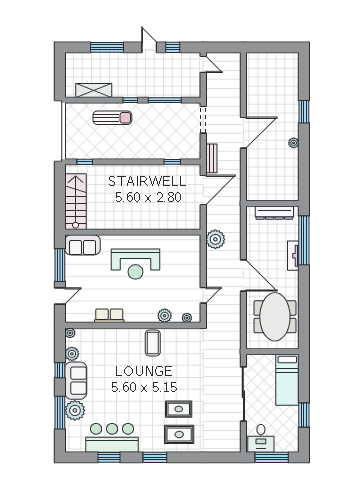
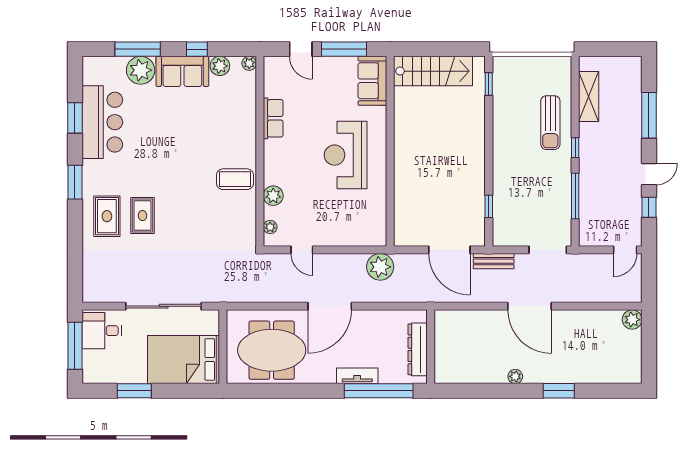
plant: (253, 59) -> (632, 320), added
bed: (287, 380) -> (183, 359), width x1.50

